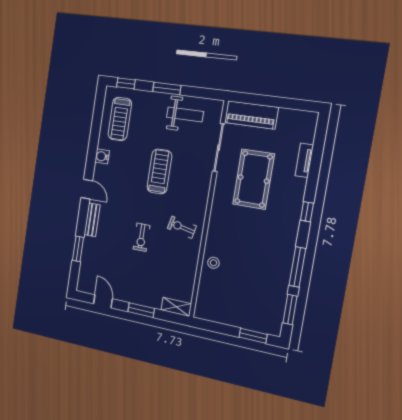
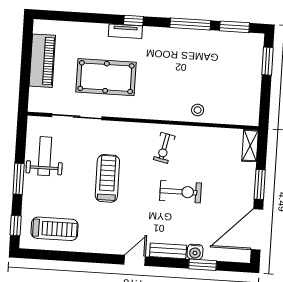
piano: (251, 115) -> (42, 61), moved
water cooler: (102, 156) -> (195, 252), moved
tv unit: (304, 160) -> (125, 31), moved
treadmill: (159, 171) -> (107, 178), turned 90
exercise bike: (141, 237) -> (180, 192), width x1.38, depth x1.39
door: (103, 301) -> (257, 229), width x1.87

